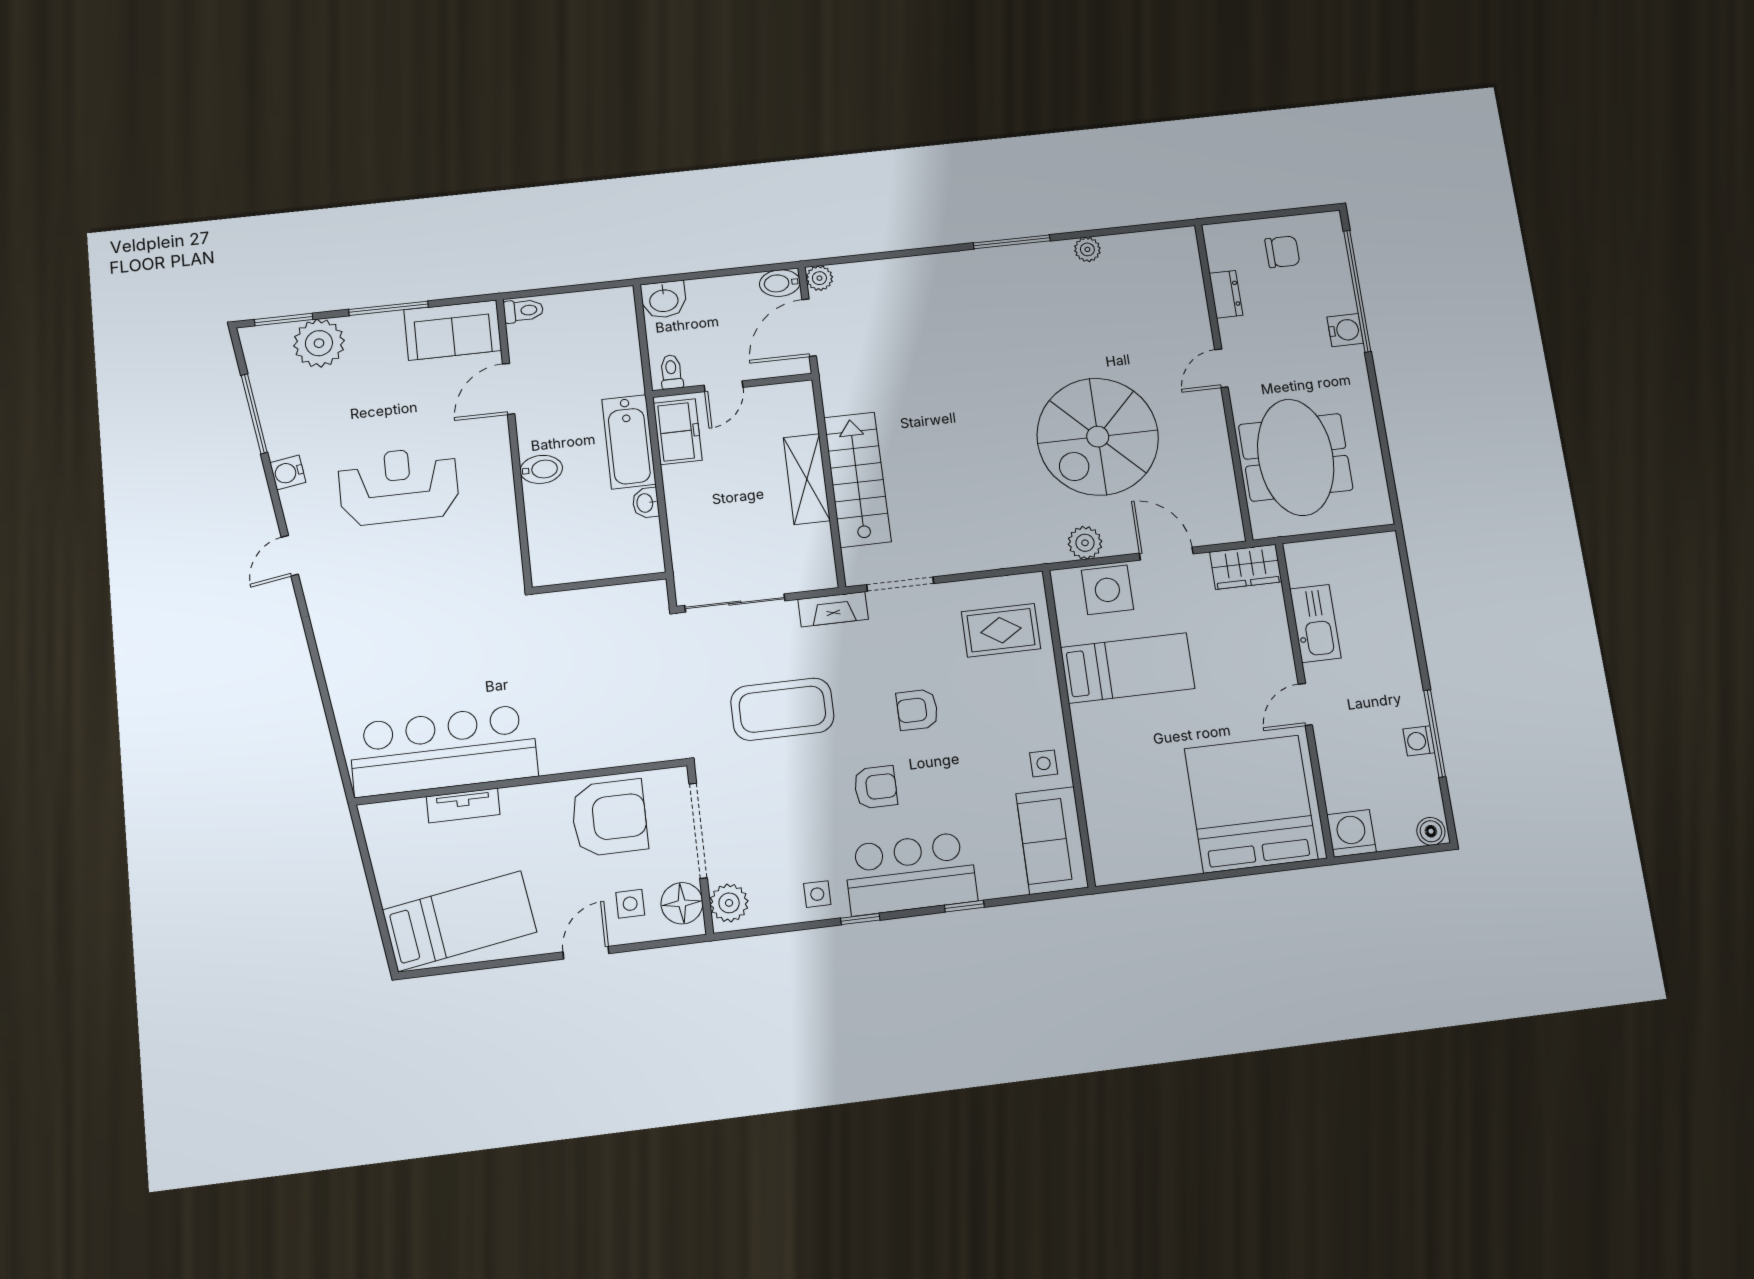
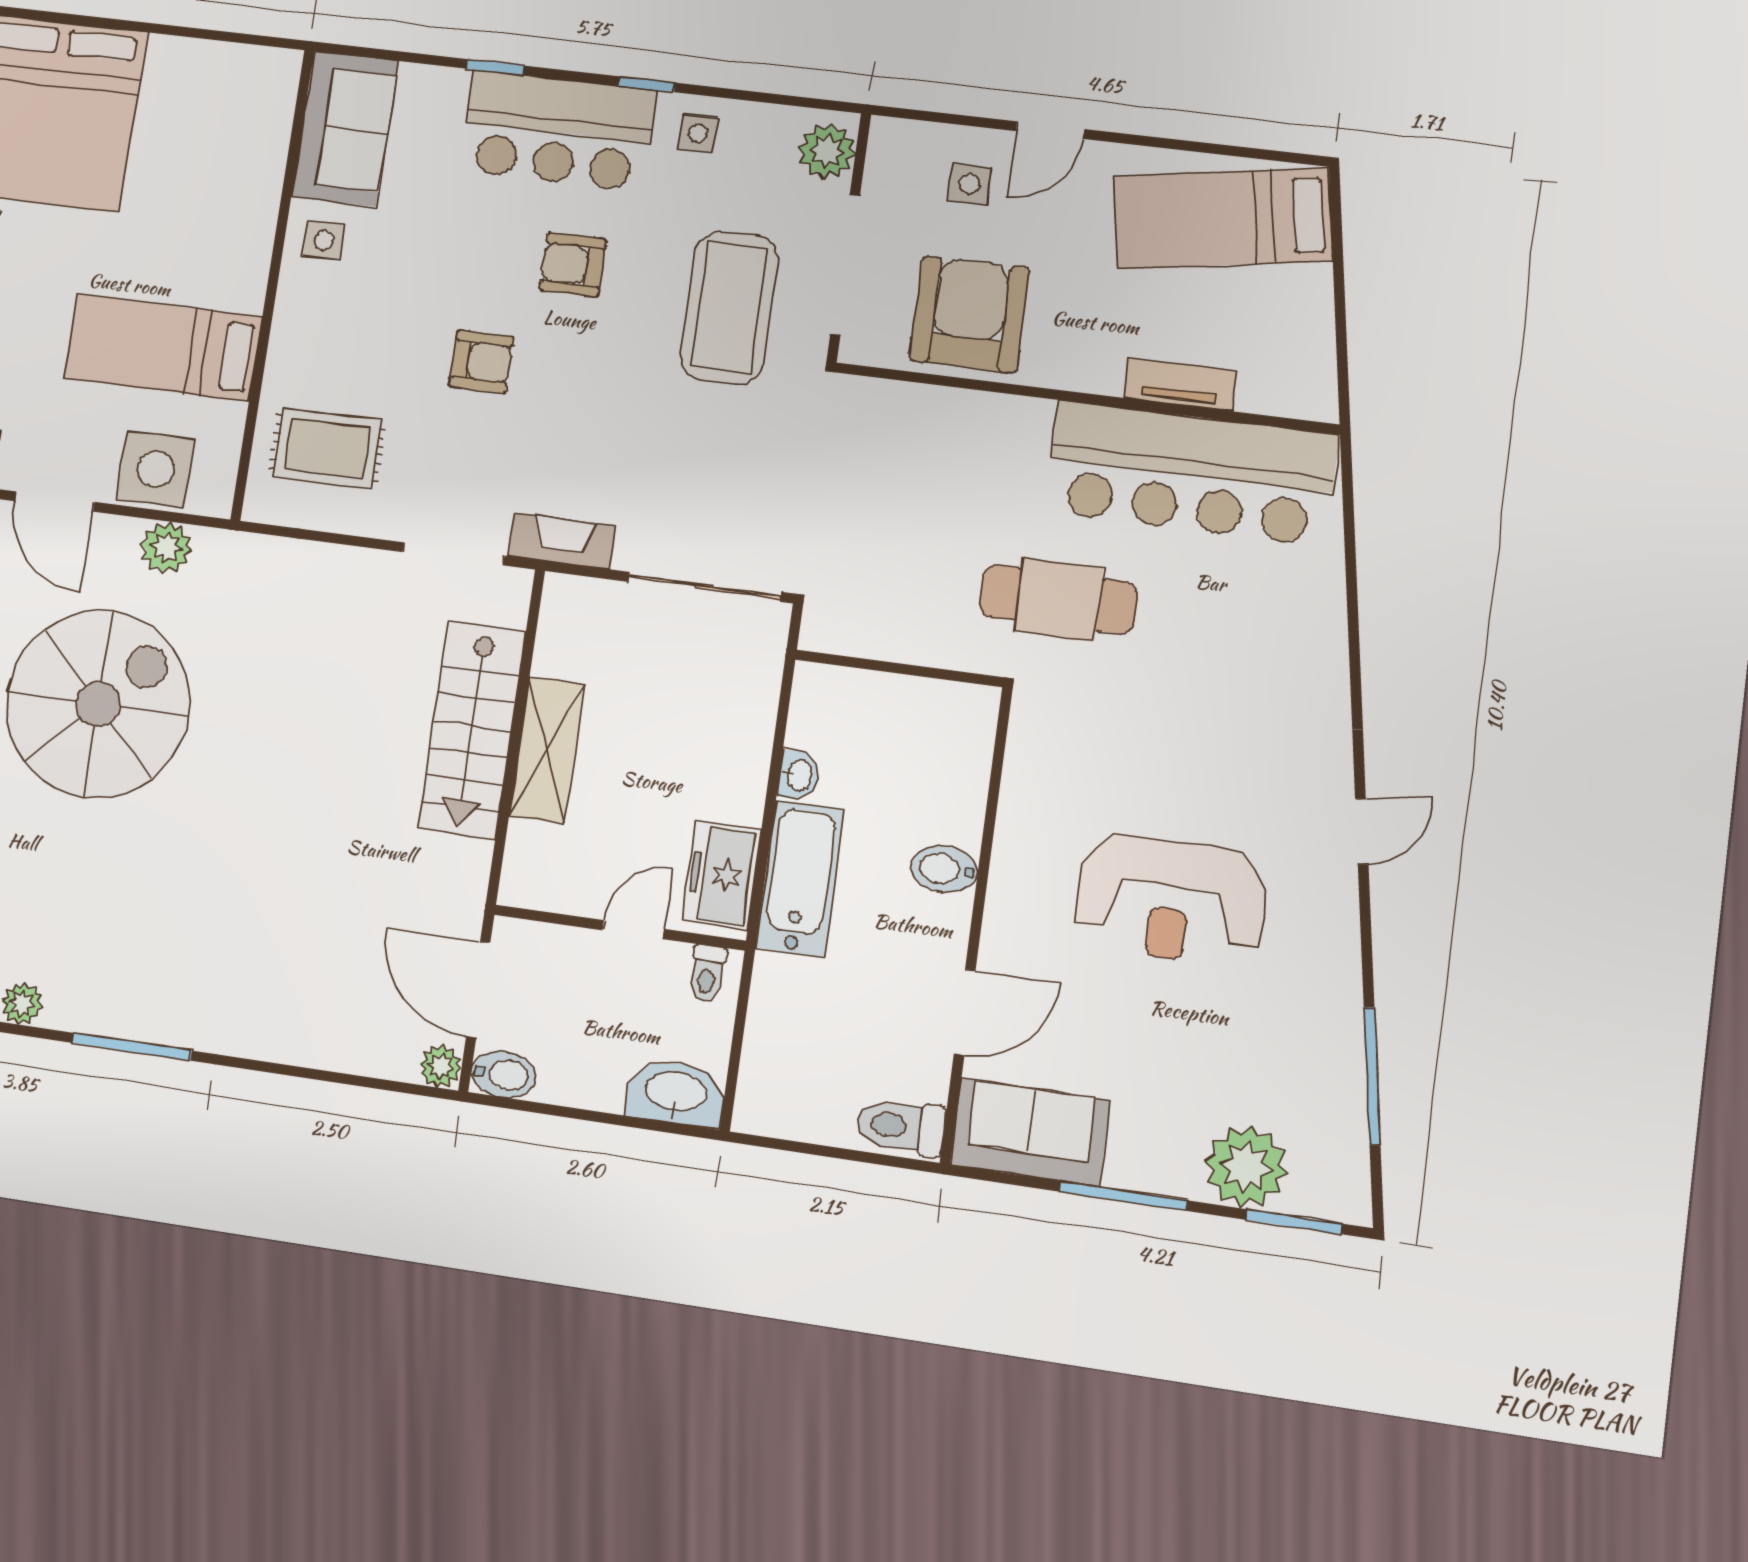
washbasin: (664, 300) -> (676, 1093), width x1.38
toilet: (523, 311) -> (901, 1126), width x1.37, depth x1.39
door: (809, 328) -> (478, 990), swing flipped
water cooler: (288, 473) -> (1338, 966), removed
cafe table: (510, 650) -> (1058, 599), added
coffee table: (782, 709) -> (729, 308), moved, turned 90
armchair: (609, 818) -> (970, 314), turned 90
floor lamp: (682, 903) -> (895, 167), removed

